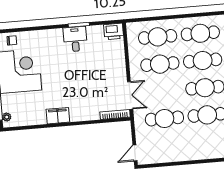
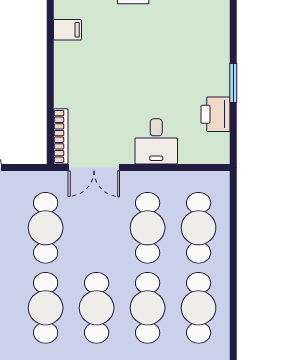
printer: (114, 31) -> (216, 114), moved
desk: (75, 39) -> (156, 141), moved, turned 90
filing cabinet: (58, 116) -> (67, 30), width x0.50

